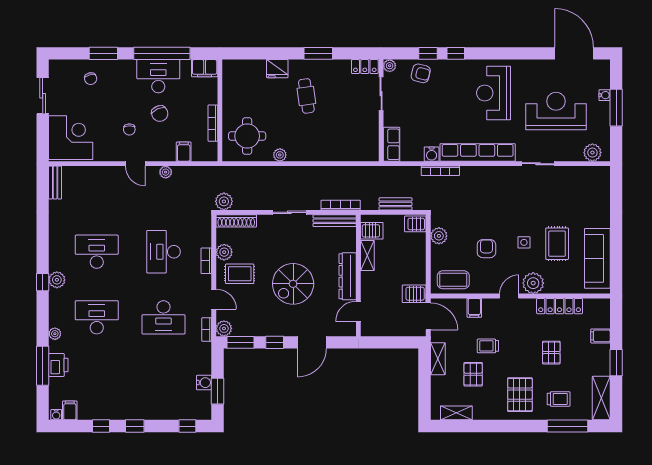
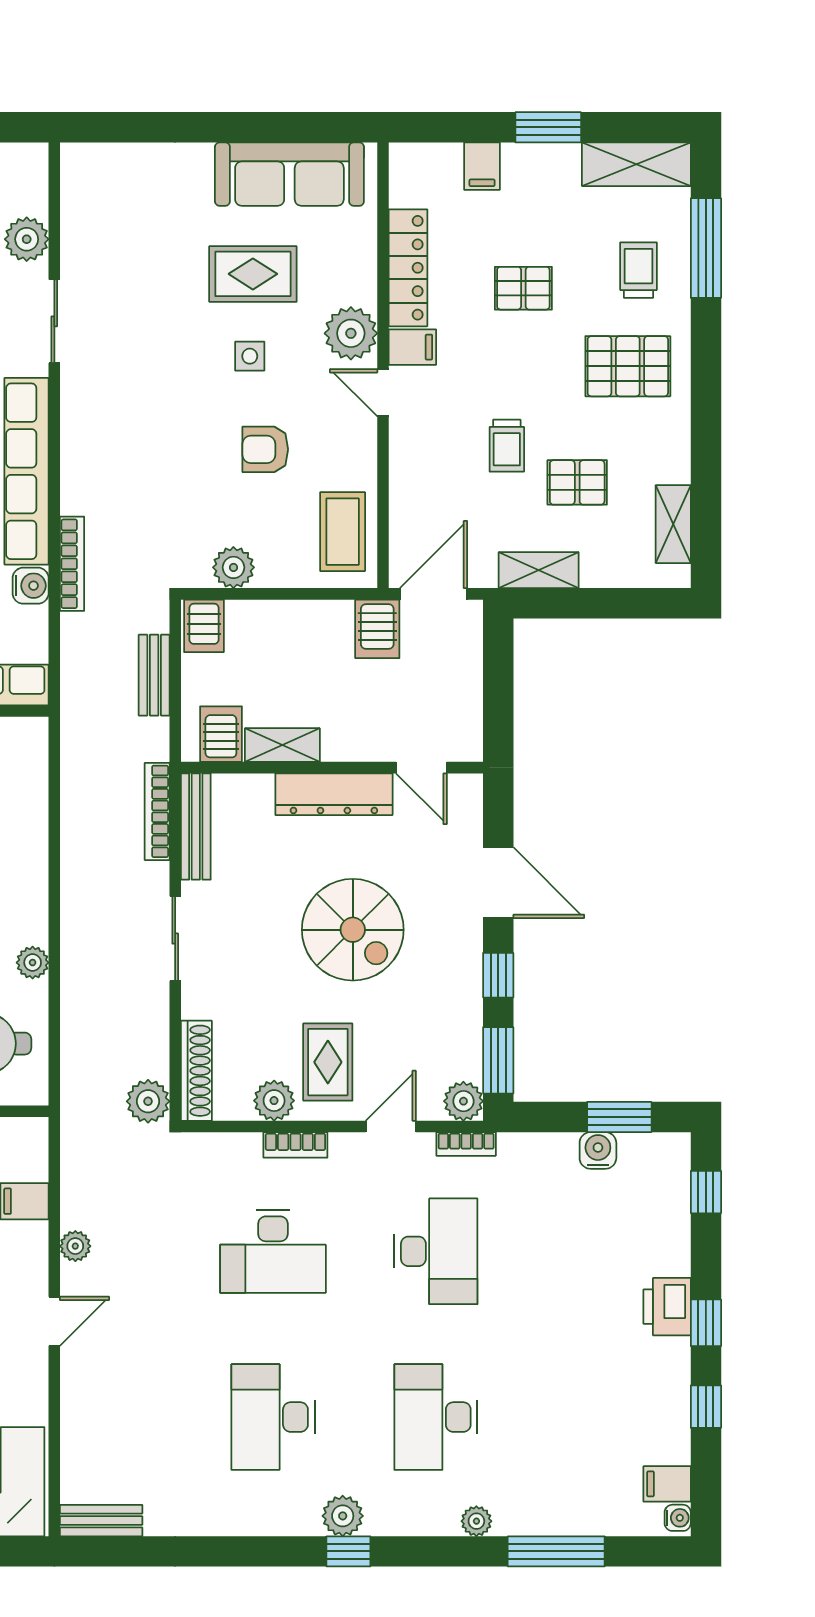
plant: (592, 153) -> (27, 239), moved
filing cabinet: (474, 308) -> (412, 347), moved
printer: (58, 365) -> (667, 1307), moved, turned -90

